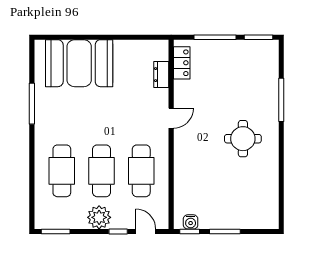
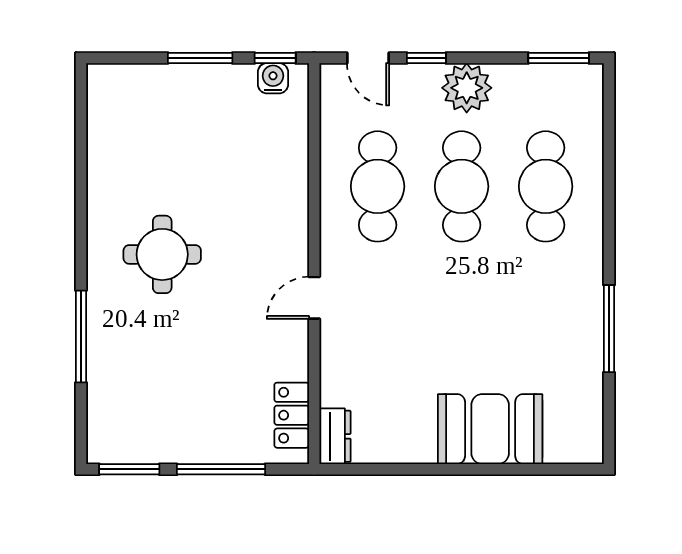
booth: (79, 63) -> (490, 429), width x0.73, depth x0.70
dresser: (161, 75) -> (335, 436), moved

